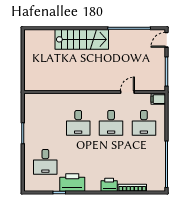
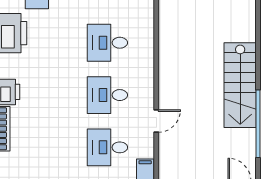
stairs: (82, 39) -> (240, 85), moved
door: (127, 92) -> (156, 121), hinge flipped

